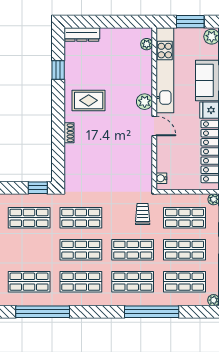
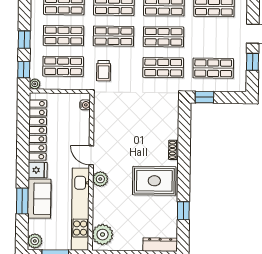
plant: (147, 44) -> (103, 235), width x1.88, depth x1.88
rug: (89, 100) -> (154, 181), width x1.36, depth x1.43

